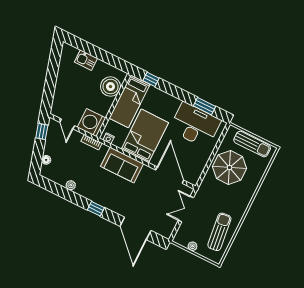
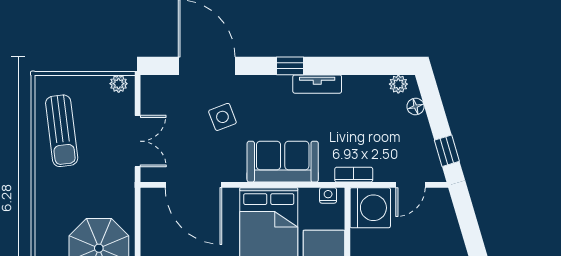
door: (67, 124) -> (410, 185), swing flipped
plant: (71, 185) -> (398, 84), moved
tv unit: (87, 194) -> (317, 84), added
side table: (140, 200) -> (222, 117), added
plant: (192, 246) -> (119, 84), moved

